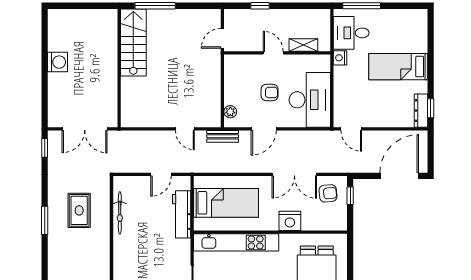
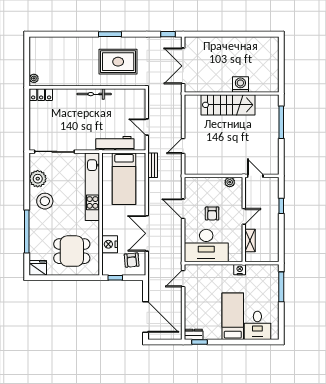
desk: (351, 33) -> (257, 325), moved, turned 180
stairs: (133, 42) -> (228, 105), moved
washing machine: (58, 62) -> (240, 84), moved, turned 180
dresser: (421, 111) -> (194, 334), width x0.70
plant: (230, 112) -> (230, 182), moved
bench: (223, 136) -> (153, 165), moved
window: (350, 196) -> (115, 278), moved
rug: (79, 210) -> (118, 62), width x1.36, depth x1.43
bicycle: (120, 213) -> (94, 94), moved
nightstand: (290, 221) -> (110, 244), moved

